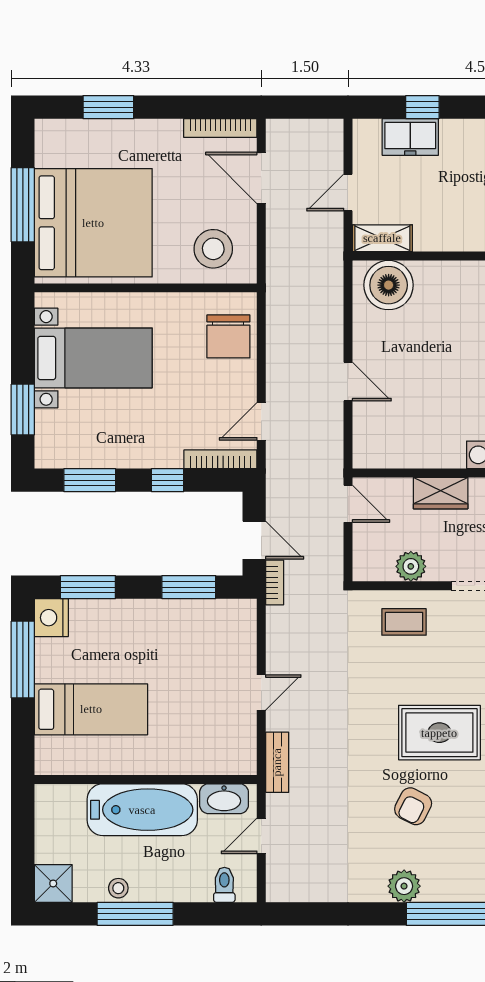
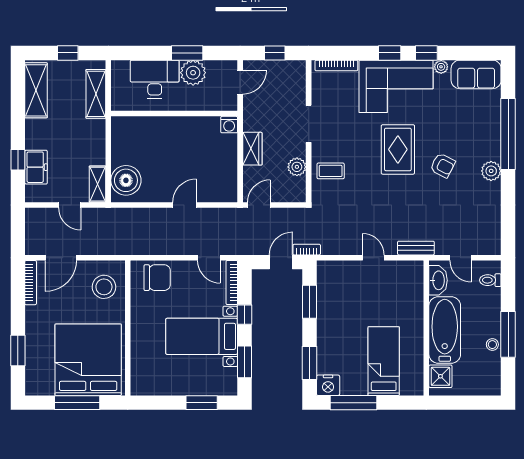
bed with nightstands: (93, 358) -> (202, 336), moved, turned -90
coffee table: (404, 622) -> (331, 171), turned 90
shower: (53, 883) -> (440, 376), moved

